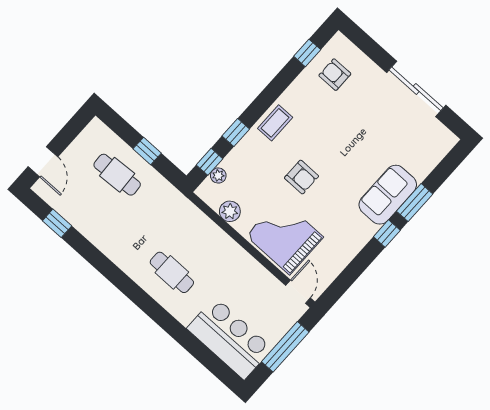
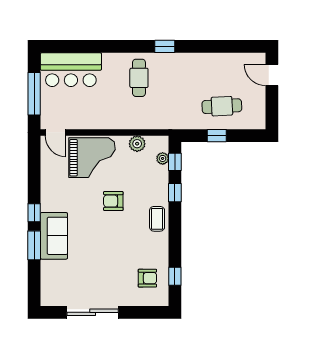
window: (57, 223) -> (165, 46), moved
cafe table: (172, 272) -> (139, 78), turned 90

